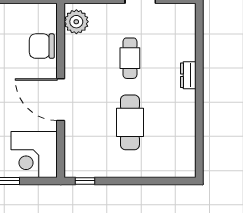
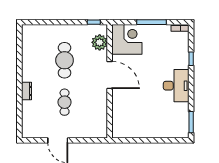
plant: (76, 22) -> (100, 42), moved
chair: (42, 46) -> (122, 110), removed

